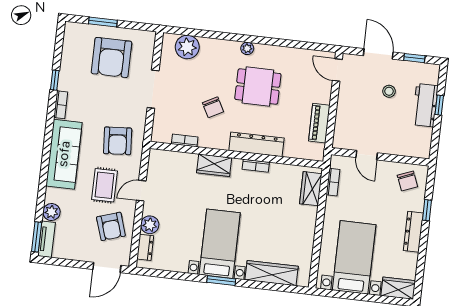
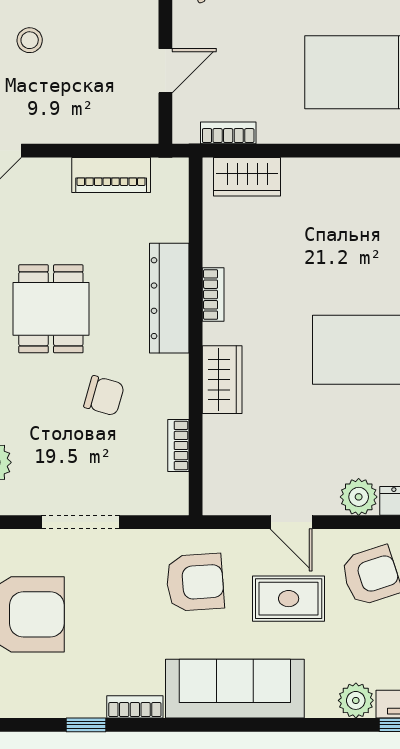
chair: (213, 107) -> (104, 396), turned 44

